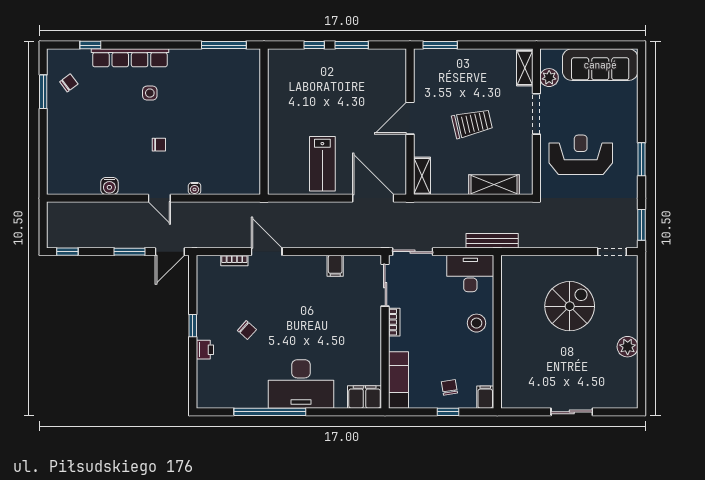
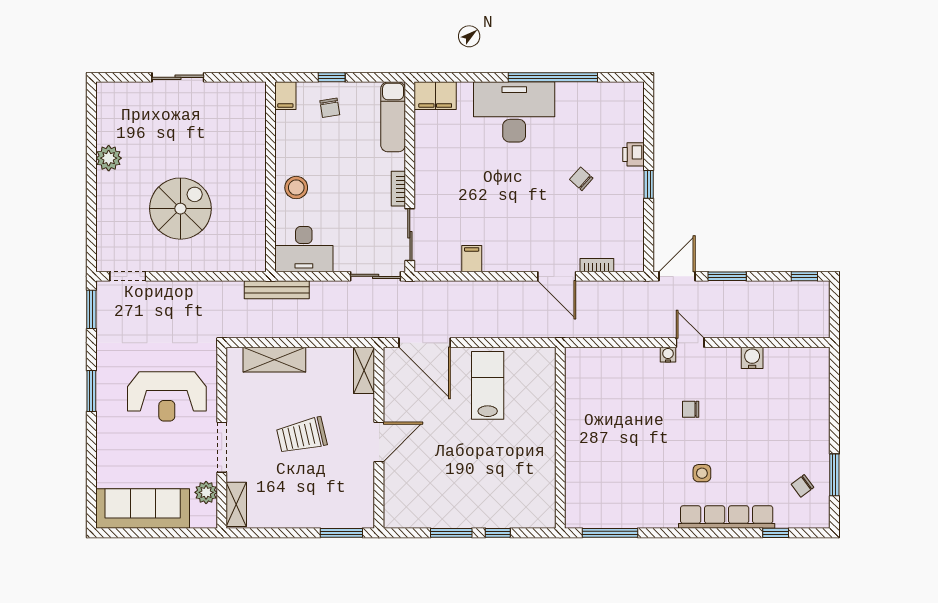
water cooler: (195, 188) -> (668, 355), moved
spiral stairs: (570, 306) -> (180, 209), turned 180

